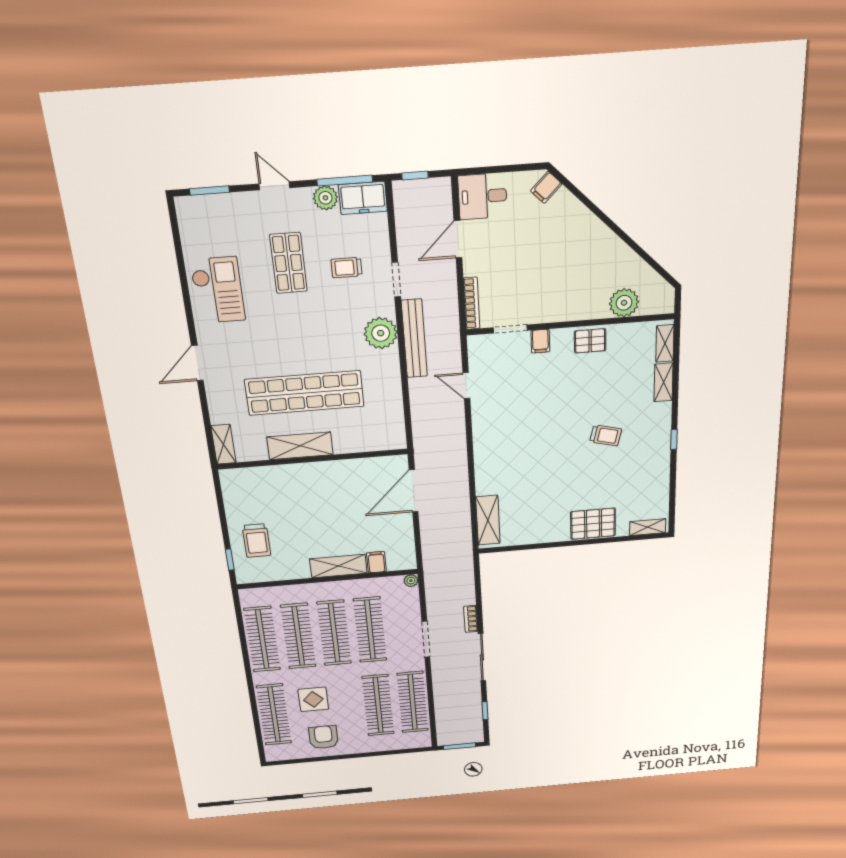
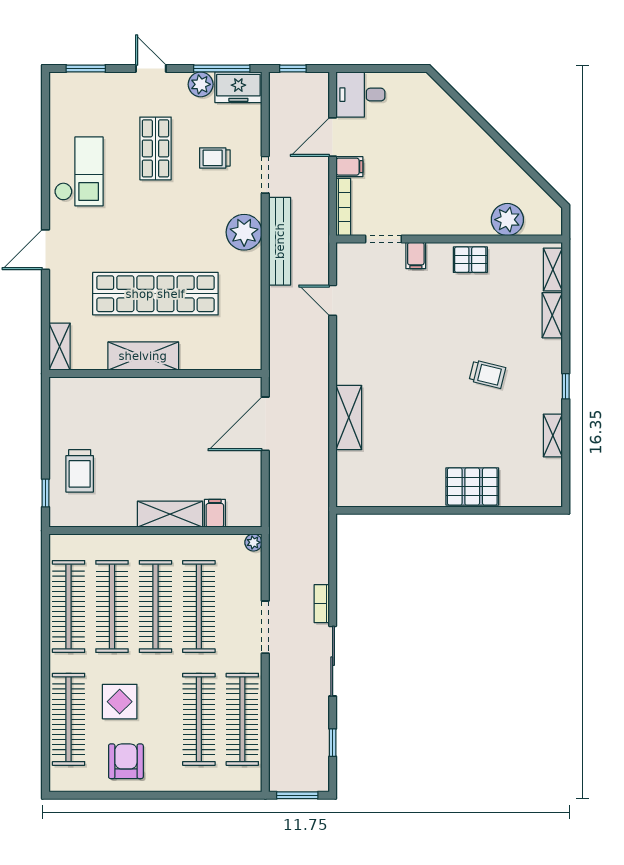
filing cabinet: (546, 187) -> (349, 167), moved, turned -135
shelving: (488, 520) -> (349, 418), moved
shelving: (648, 527) -> (553, 435), moved, turned 90

